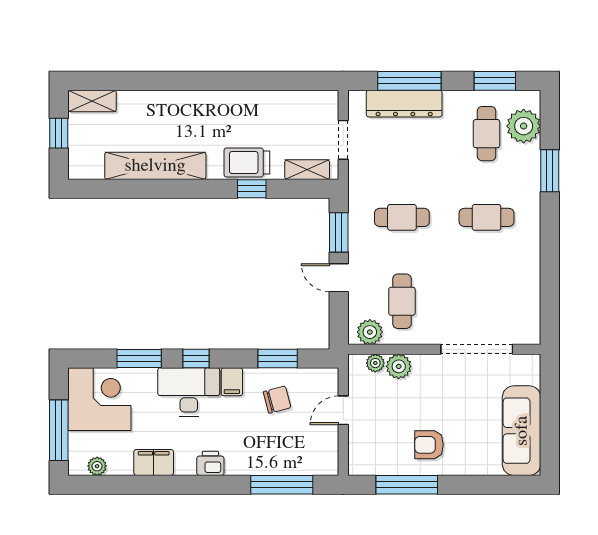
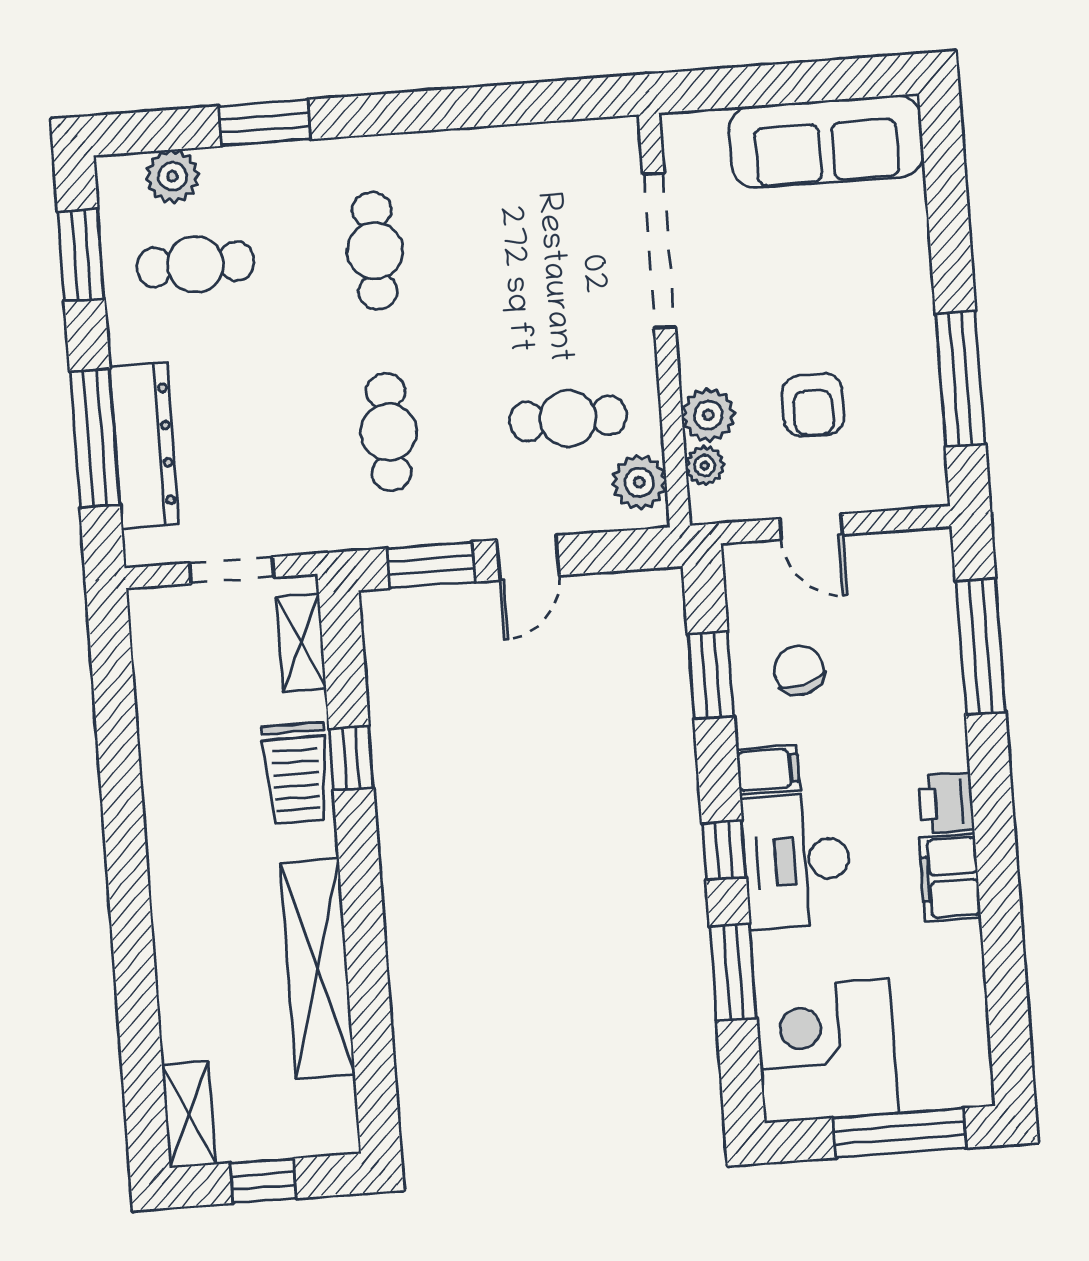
plant: (524, 126) -> (172, 176), width x0.73, depth x0.73
armchair: (429, 445) -> (813, 405), moved
filing cabinet: (154, 462) -> (950, 878), moved
plant: (97, 466) -> (971, 1045), removed

